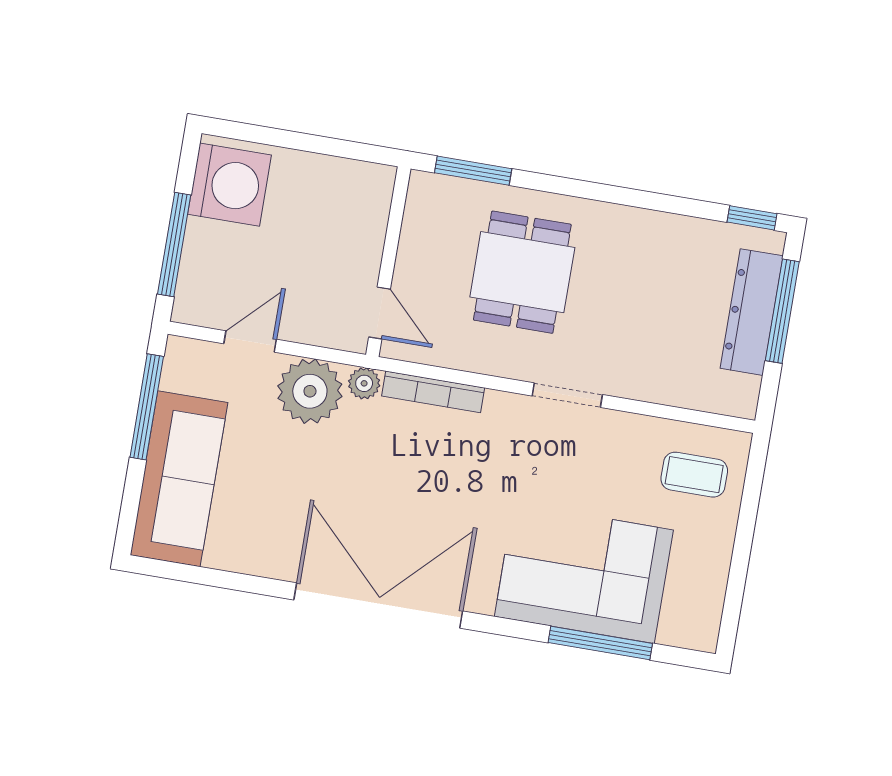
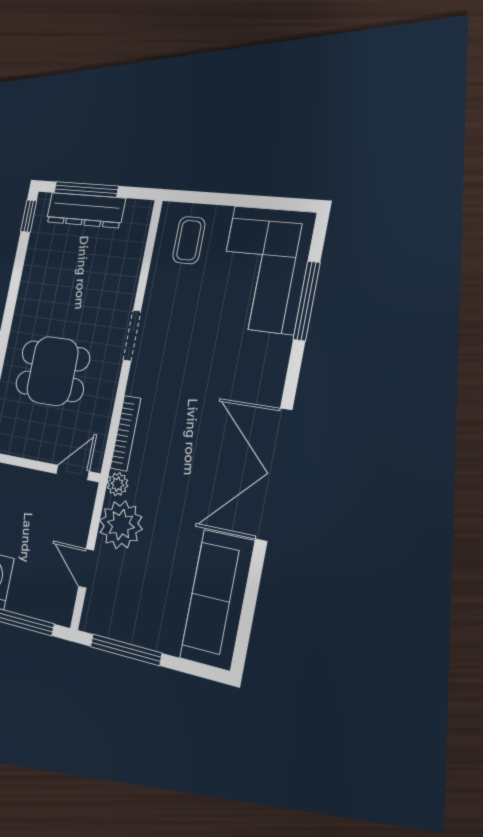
sofa: (179, 479) -> (217, 600), moved, turned -90
corner sofa: (584, 573) -> (264, 270), moved

